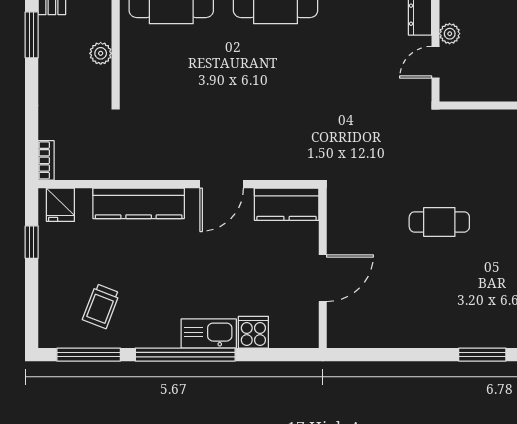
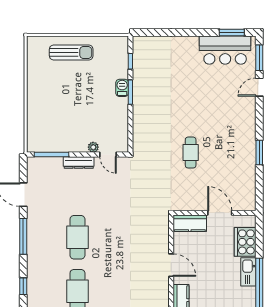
kitchen counter: (287, 204) -> (190, 223), moved, turned 90
cooker: (253, 332) -> (245, 242), width x1.87, depth x1.31
window: (482, 355) -> (259, 153), moved

